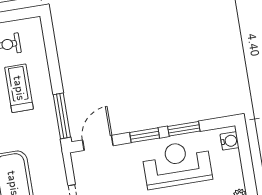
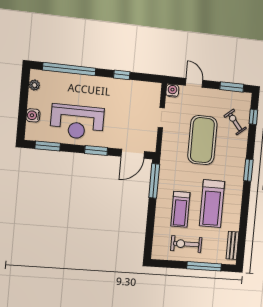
window: (184, 129) -> (48, 146), moved
water cooler: (230, 141) -> (33, 115), moved

